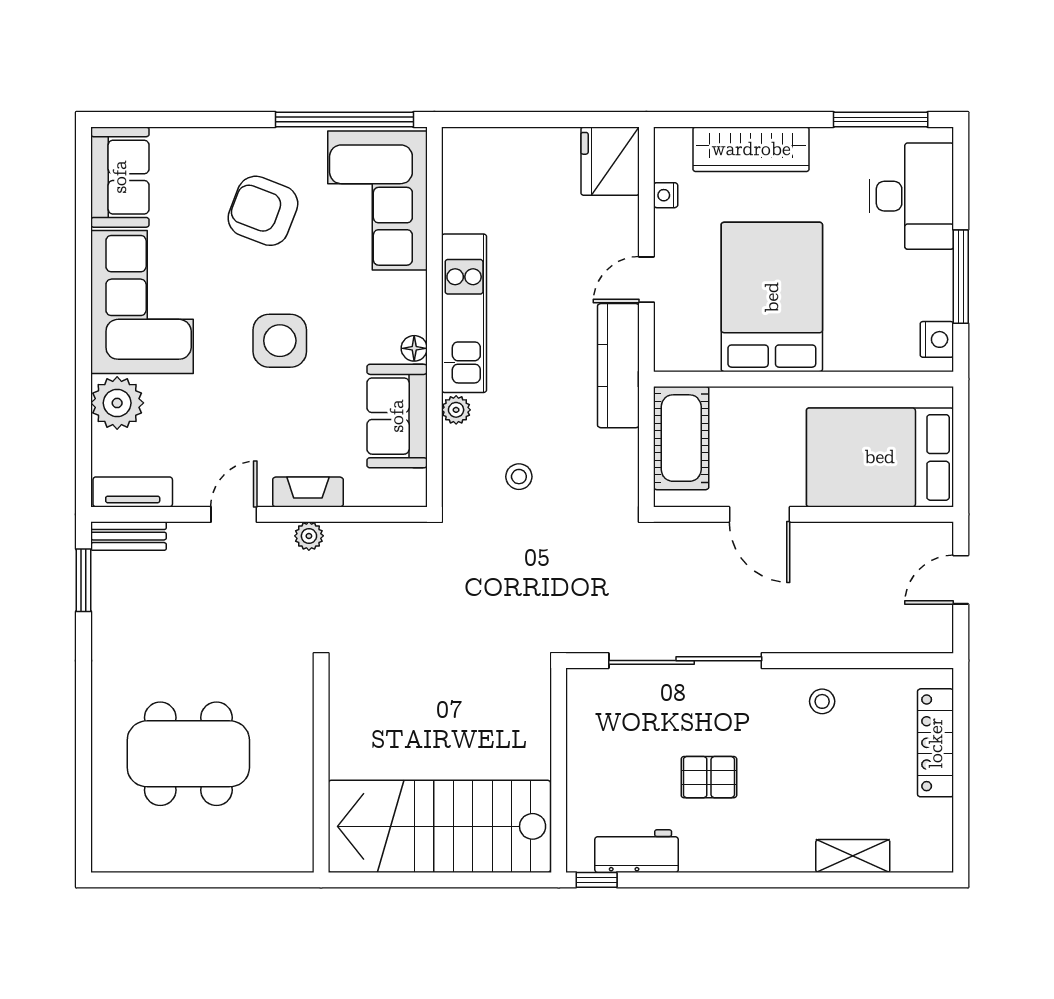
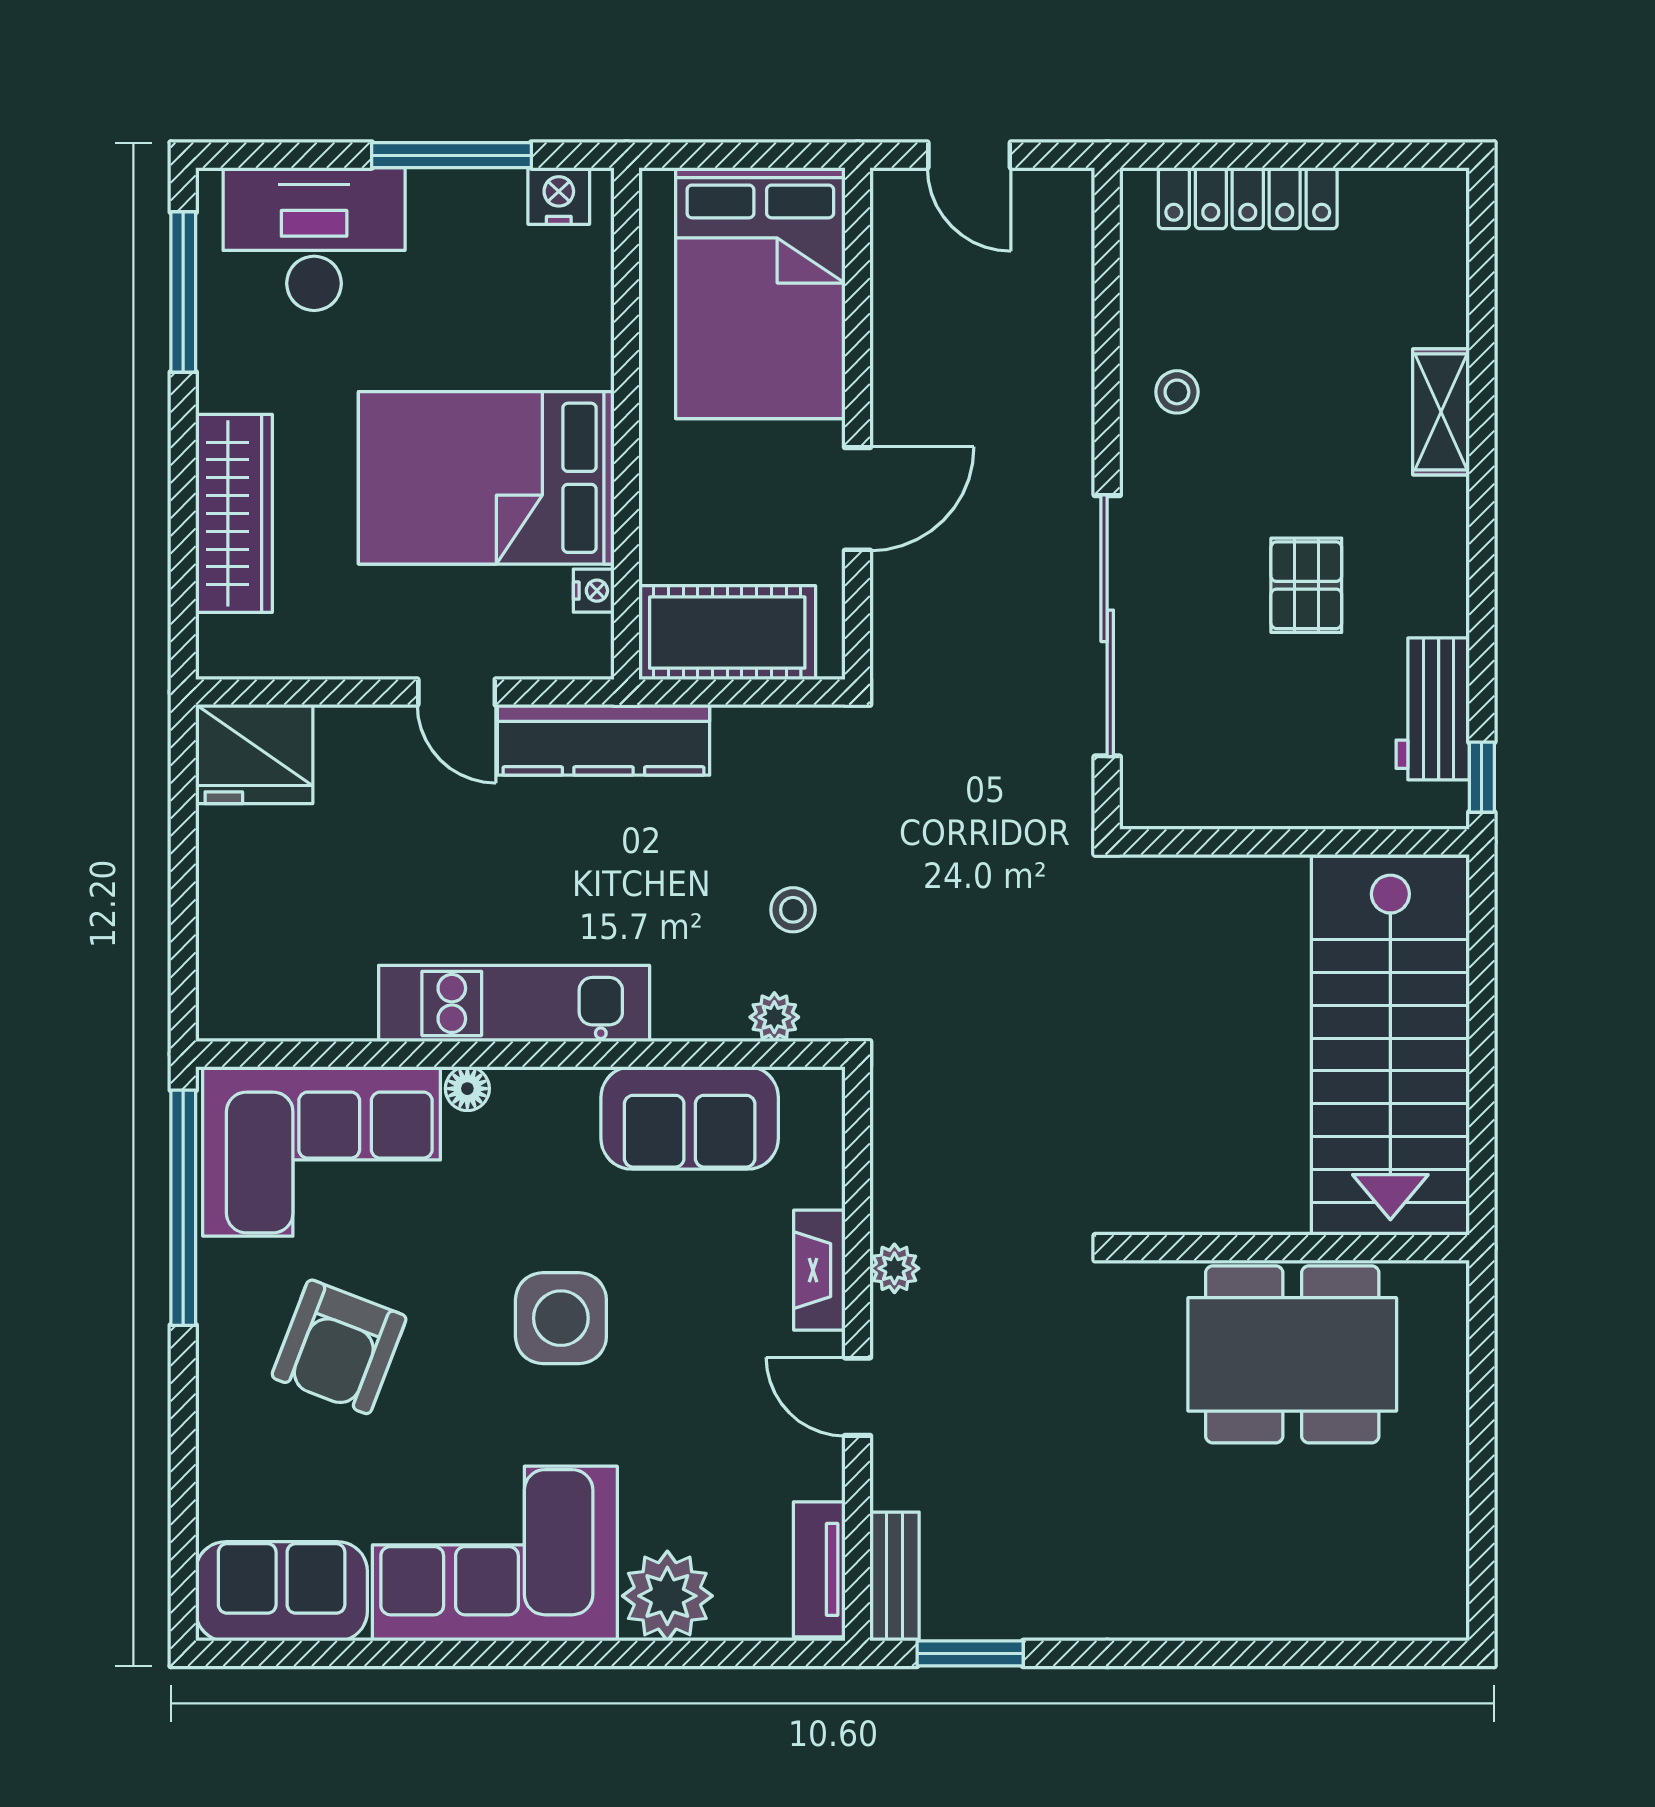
nightstand: (666, 195) -> (594, 591), moved, turned -90
floor lamp: (414, 348) -> (467, 1089), moved
plant: (456, 410) -> (774, 1017), moved
dining table: (188, 754) -> (1292, 1354), moved, turned 90
shelving: (853, 856) -> (1441, 412), moved

